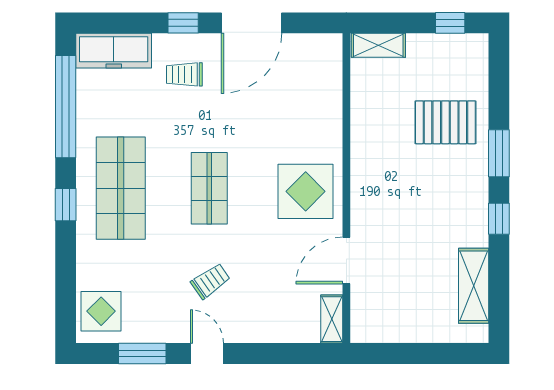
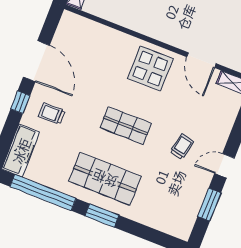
trolley: (184, 74) -> (52, 114), turned 90
window: (66, 205) -> (102, 216), width x1.50
trolley: (210, 281) -> (182, 147), turned 48
display table: (101, 311) -> (174, 219), removed

